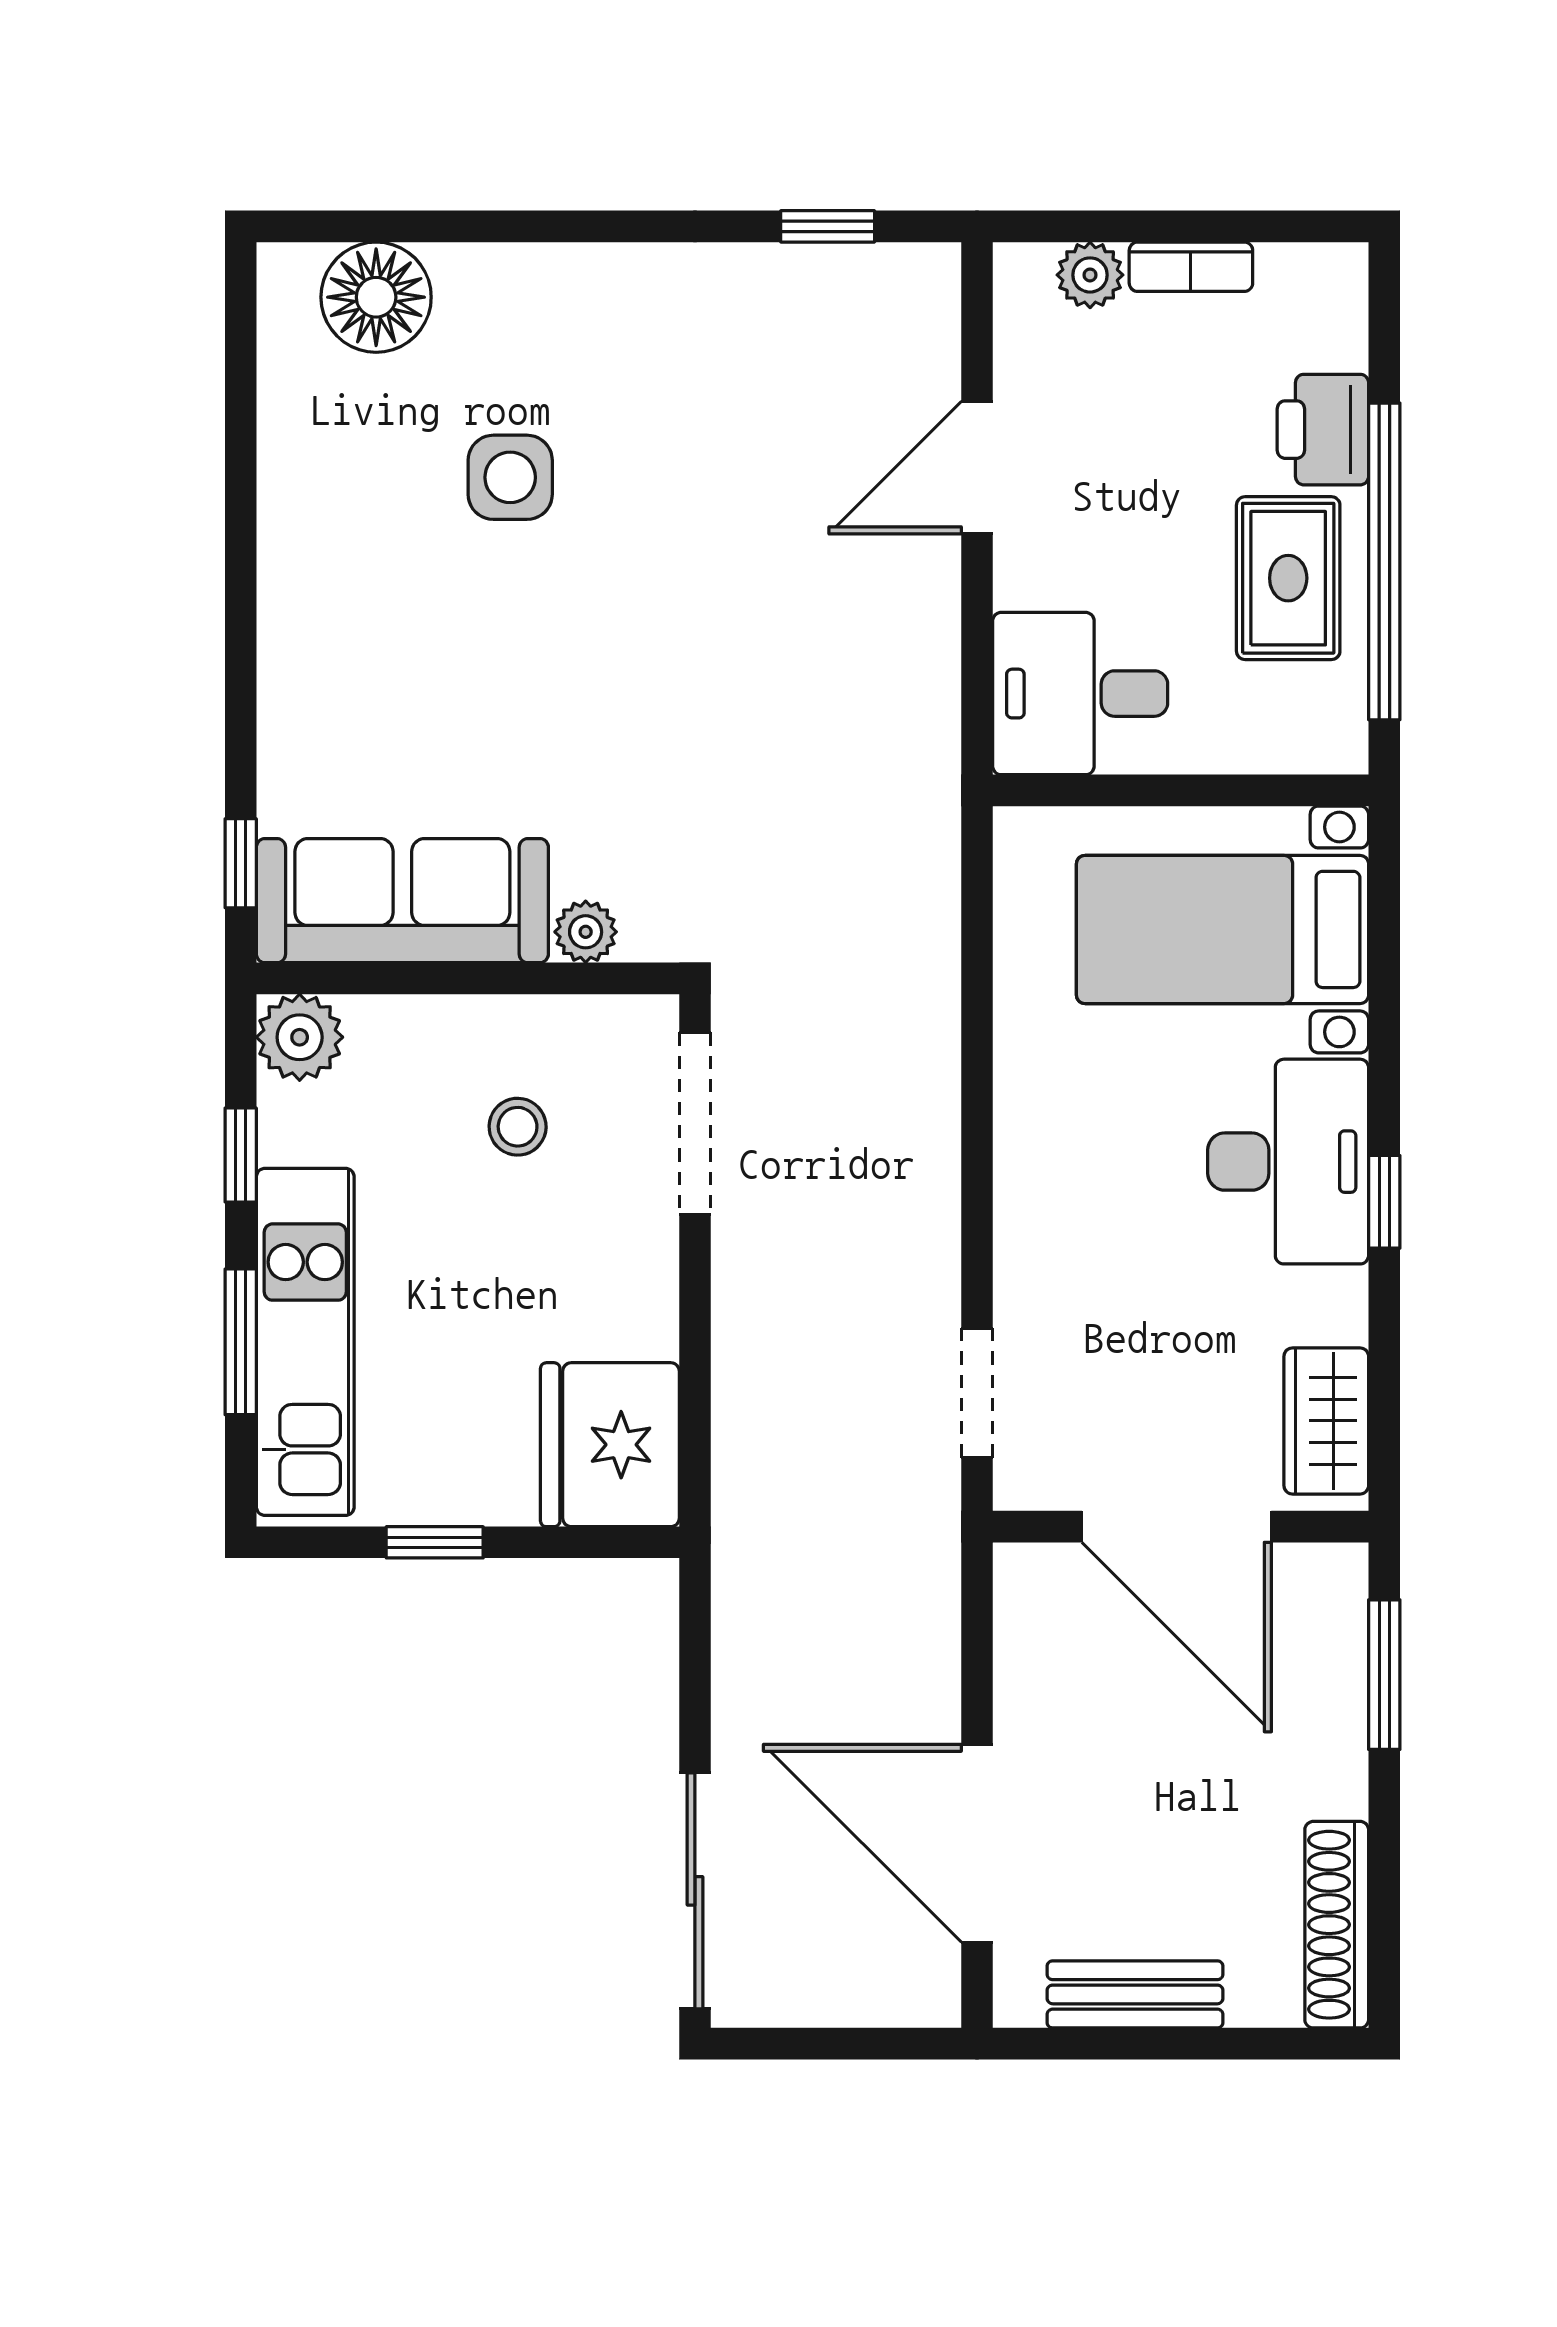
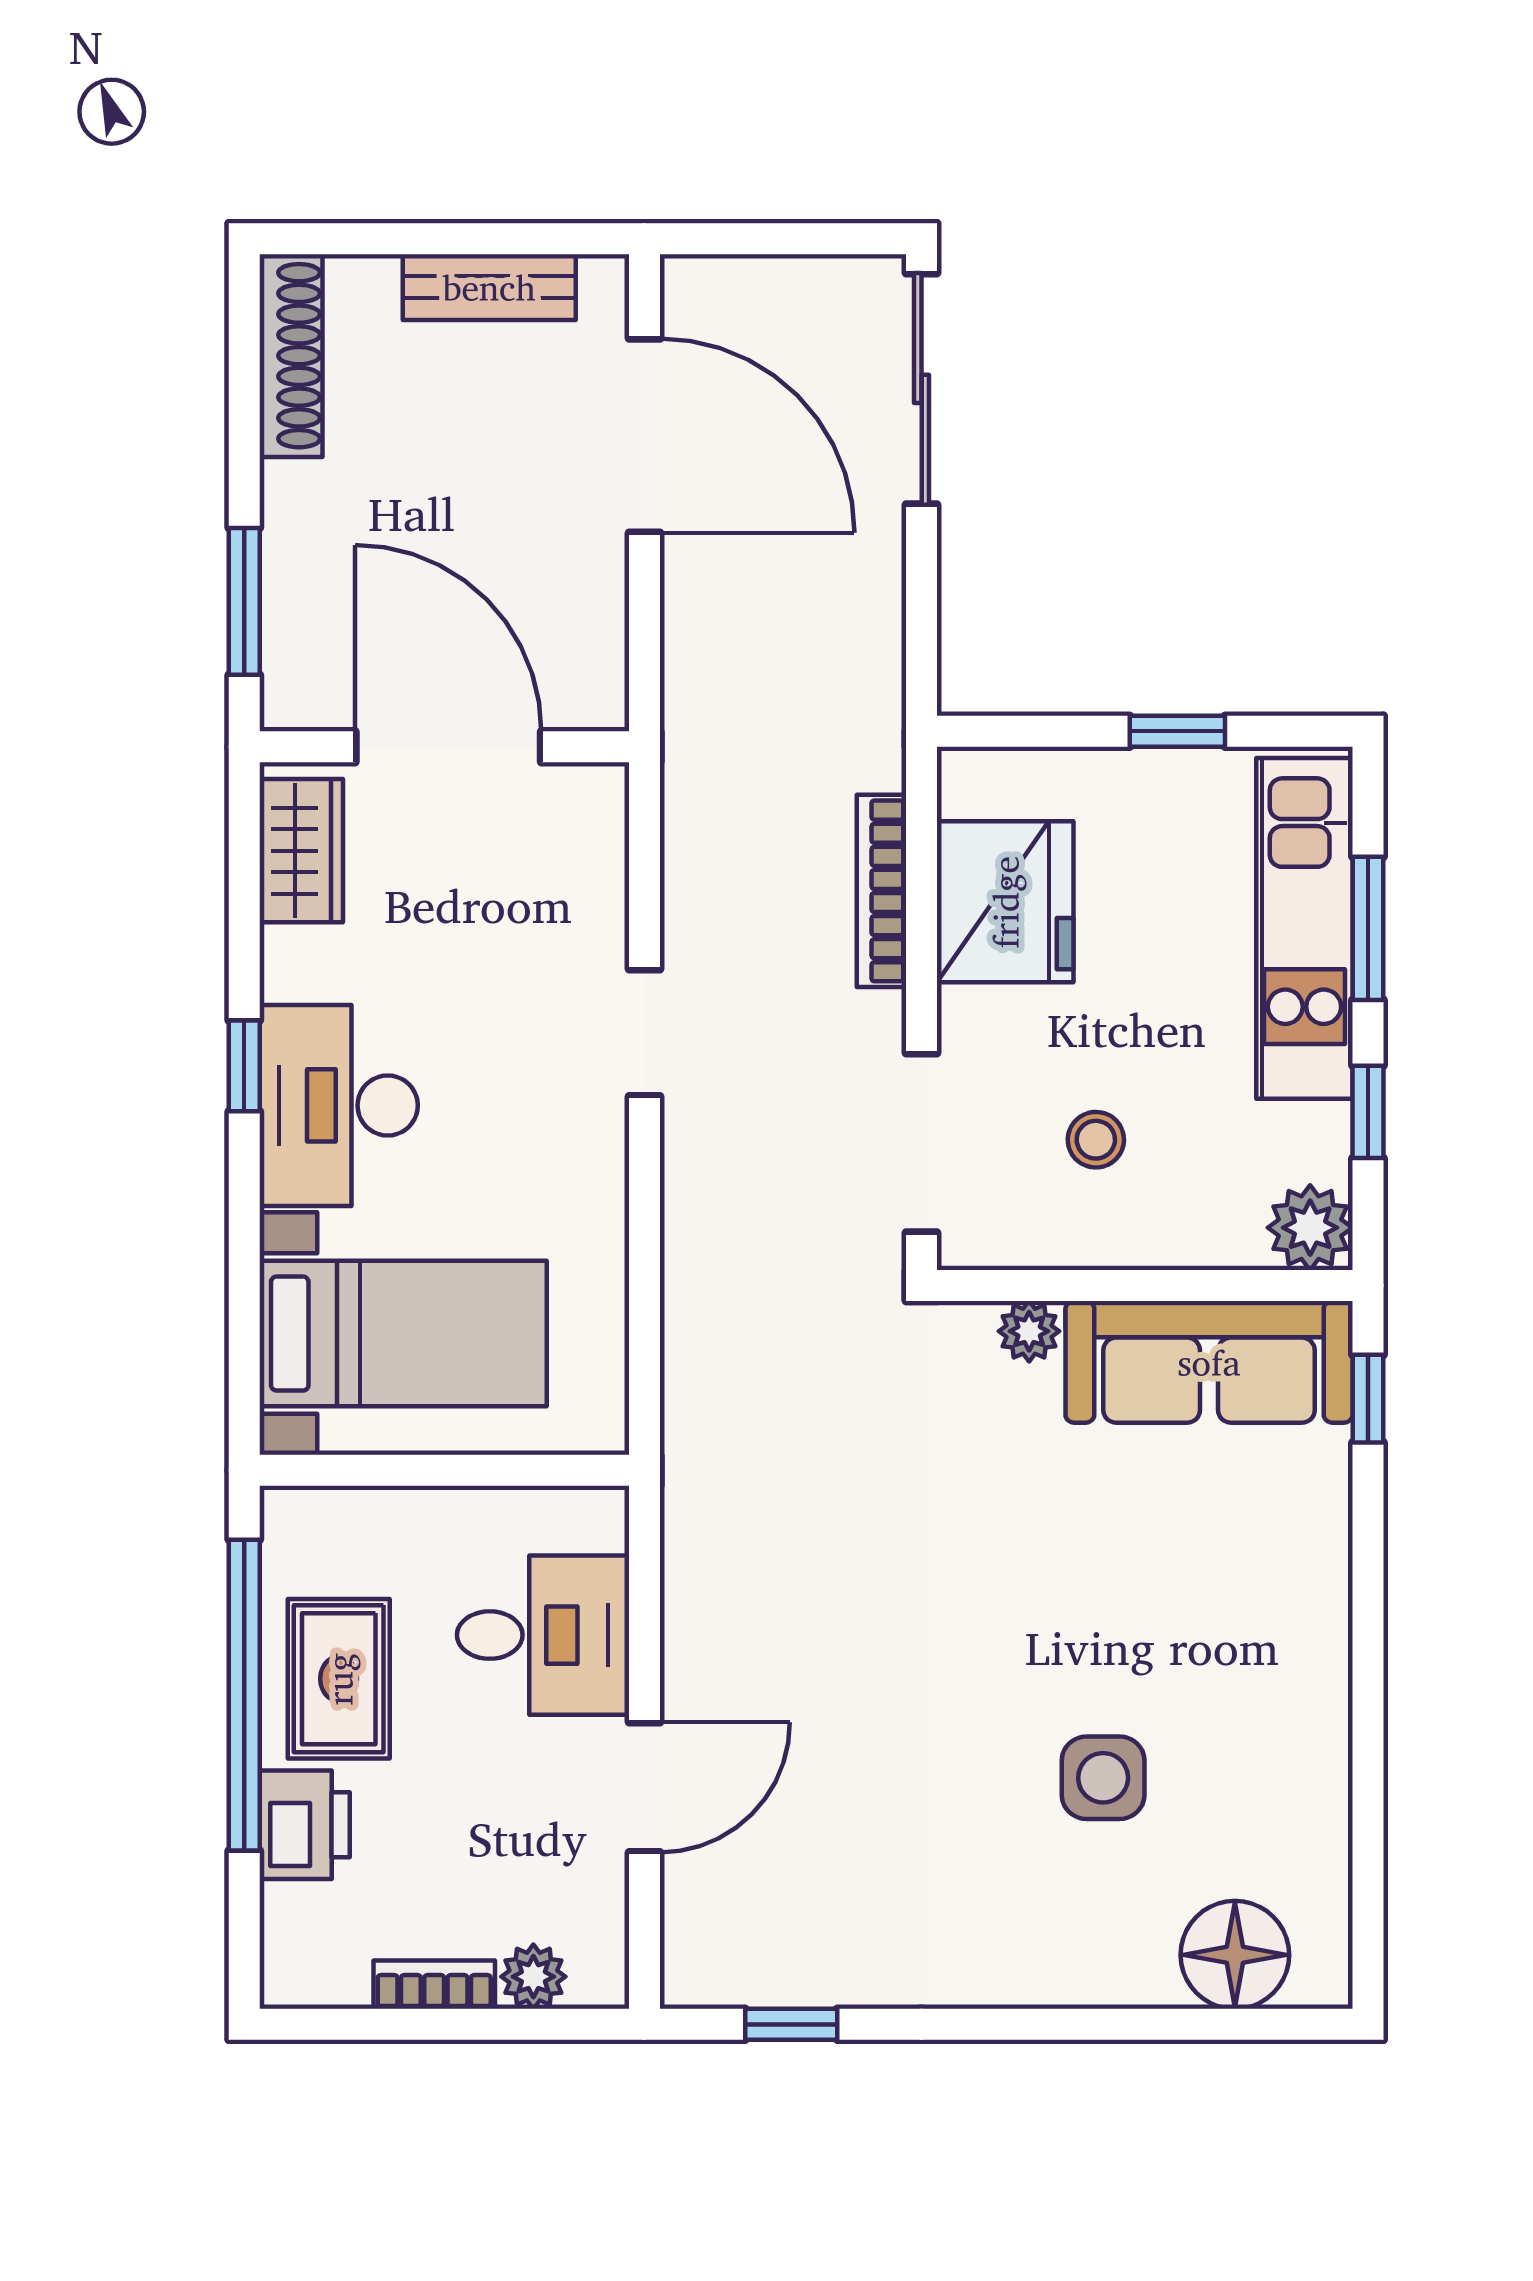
desk: (1080, 694) -> (543, 1635), moved
bookcase: (736, 1380) -> (881, 891), added
doorway: (977, 1393) -> (644, 1033), moved
fridge: (610, 1445) -> (1005, 902), moved

